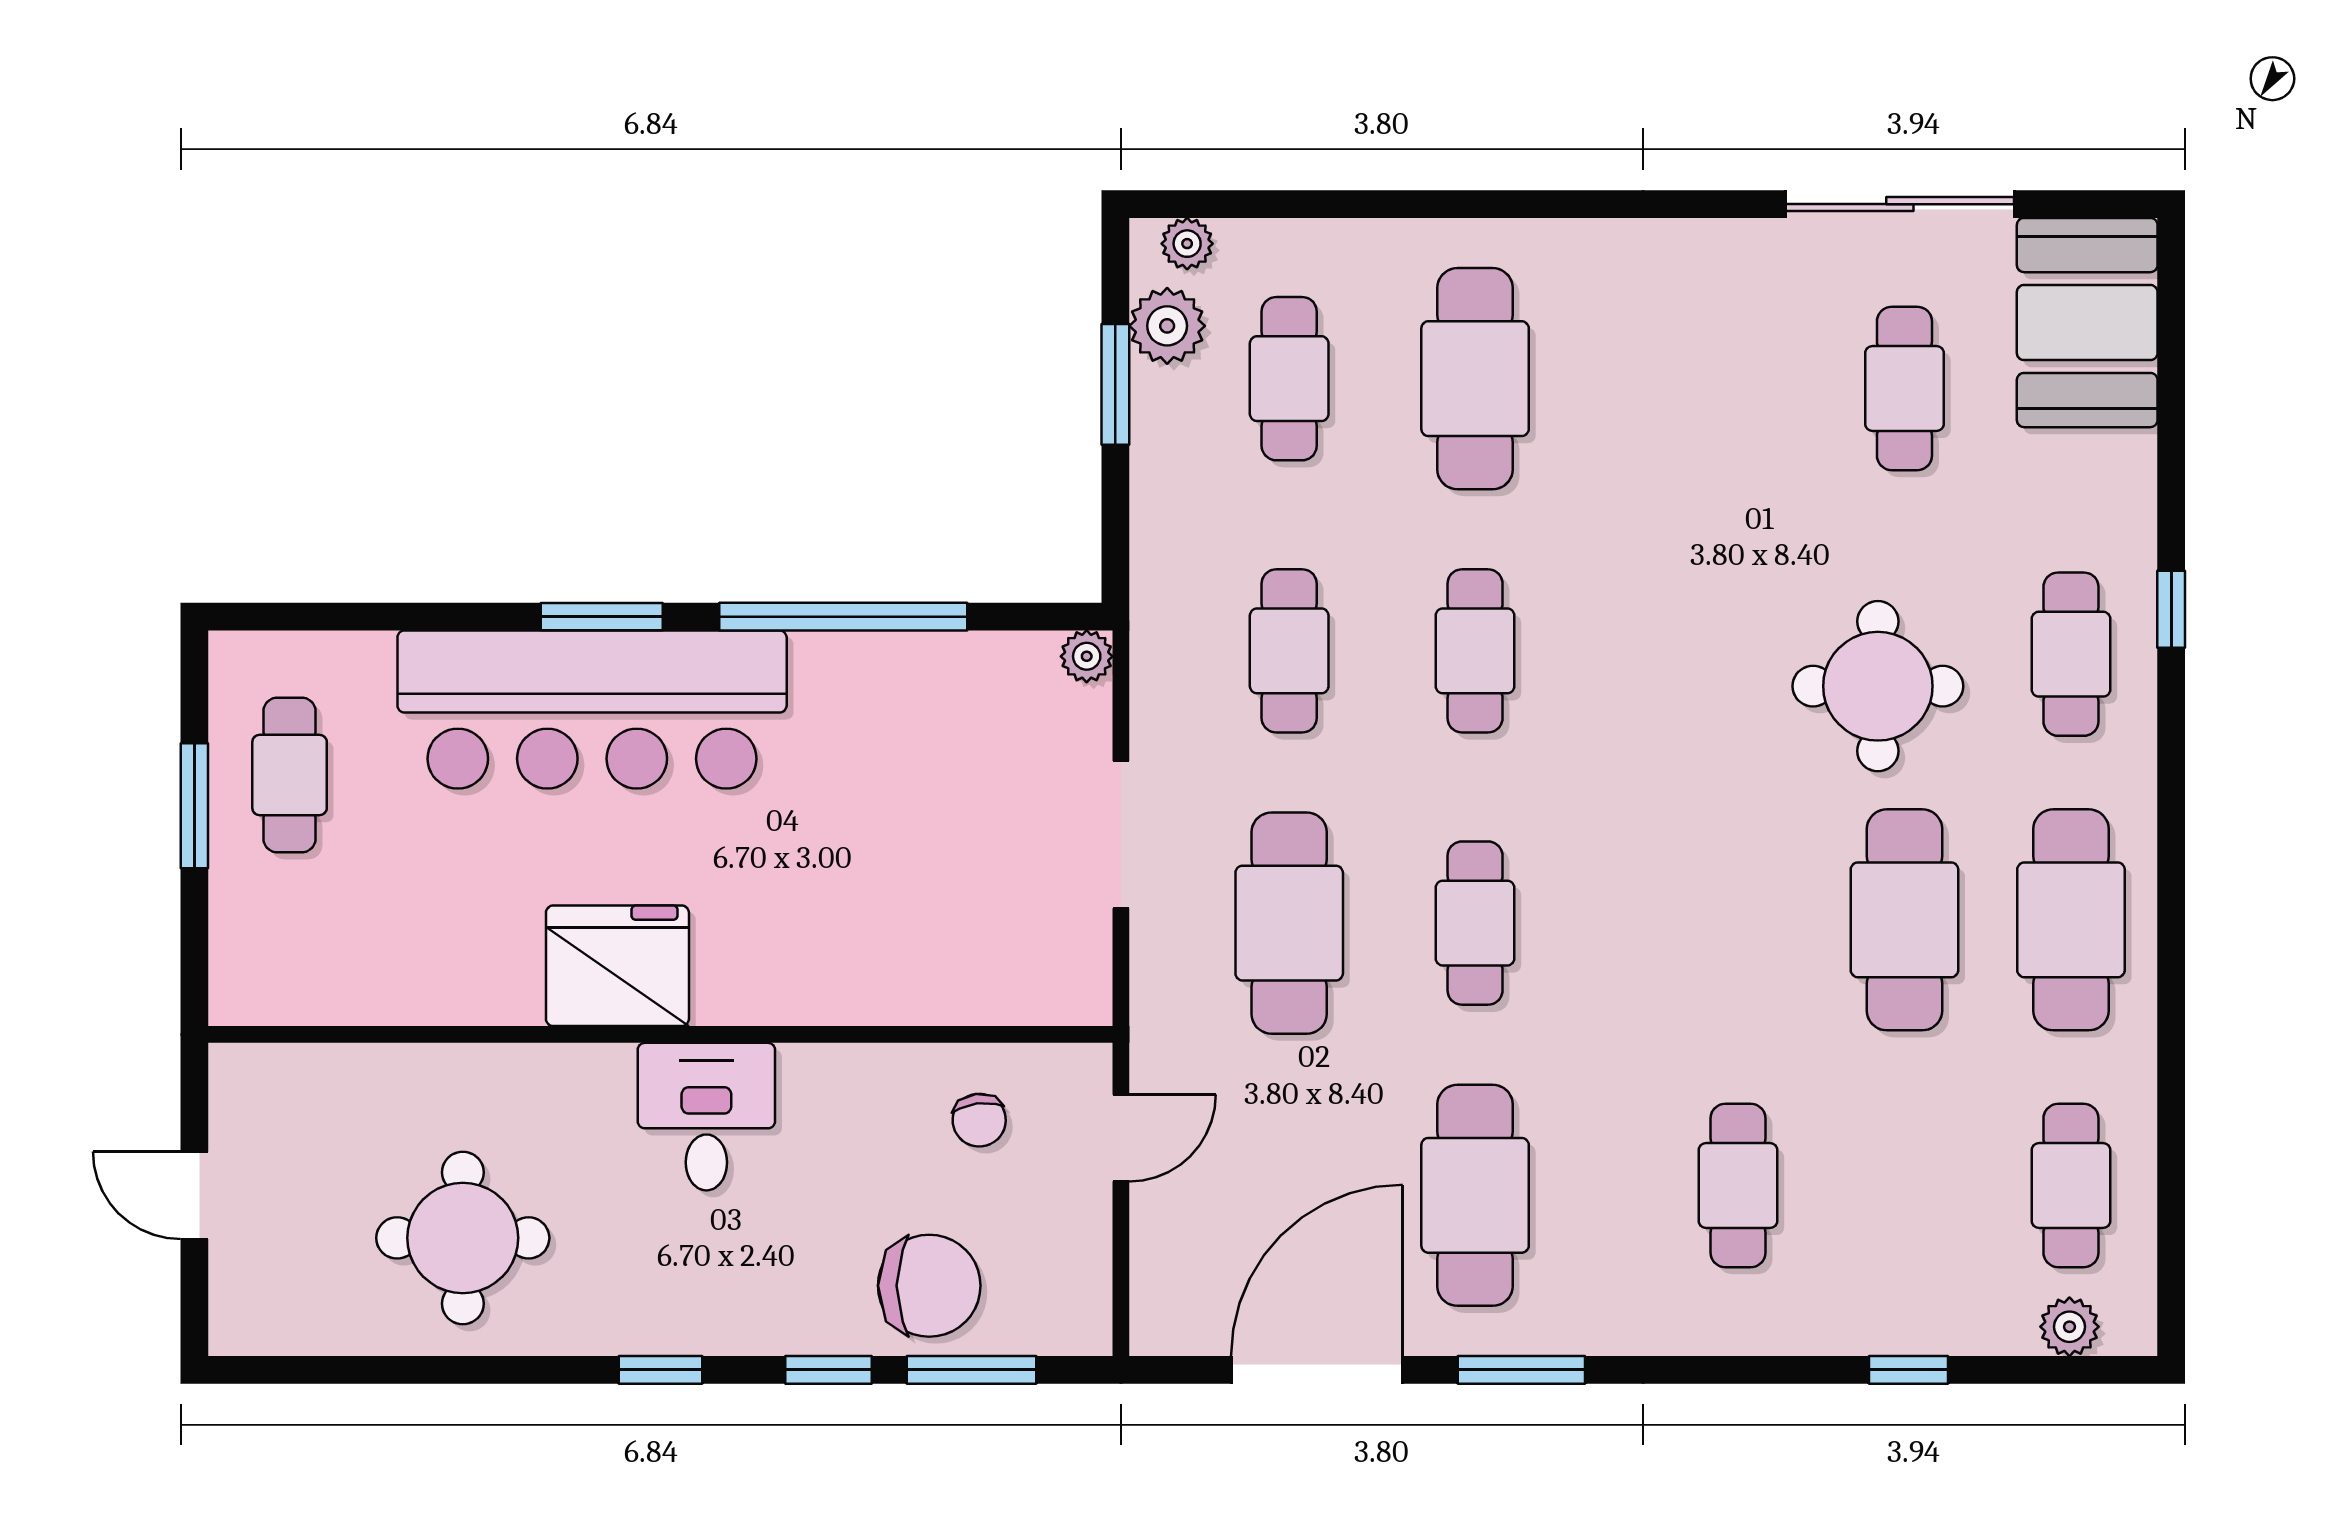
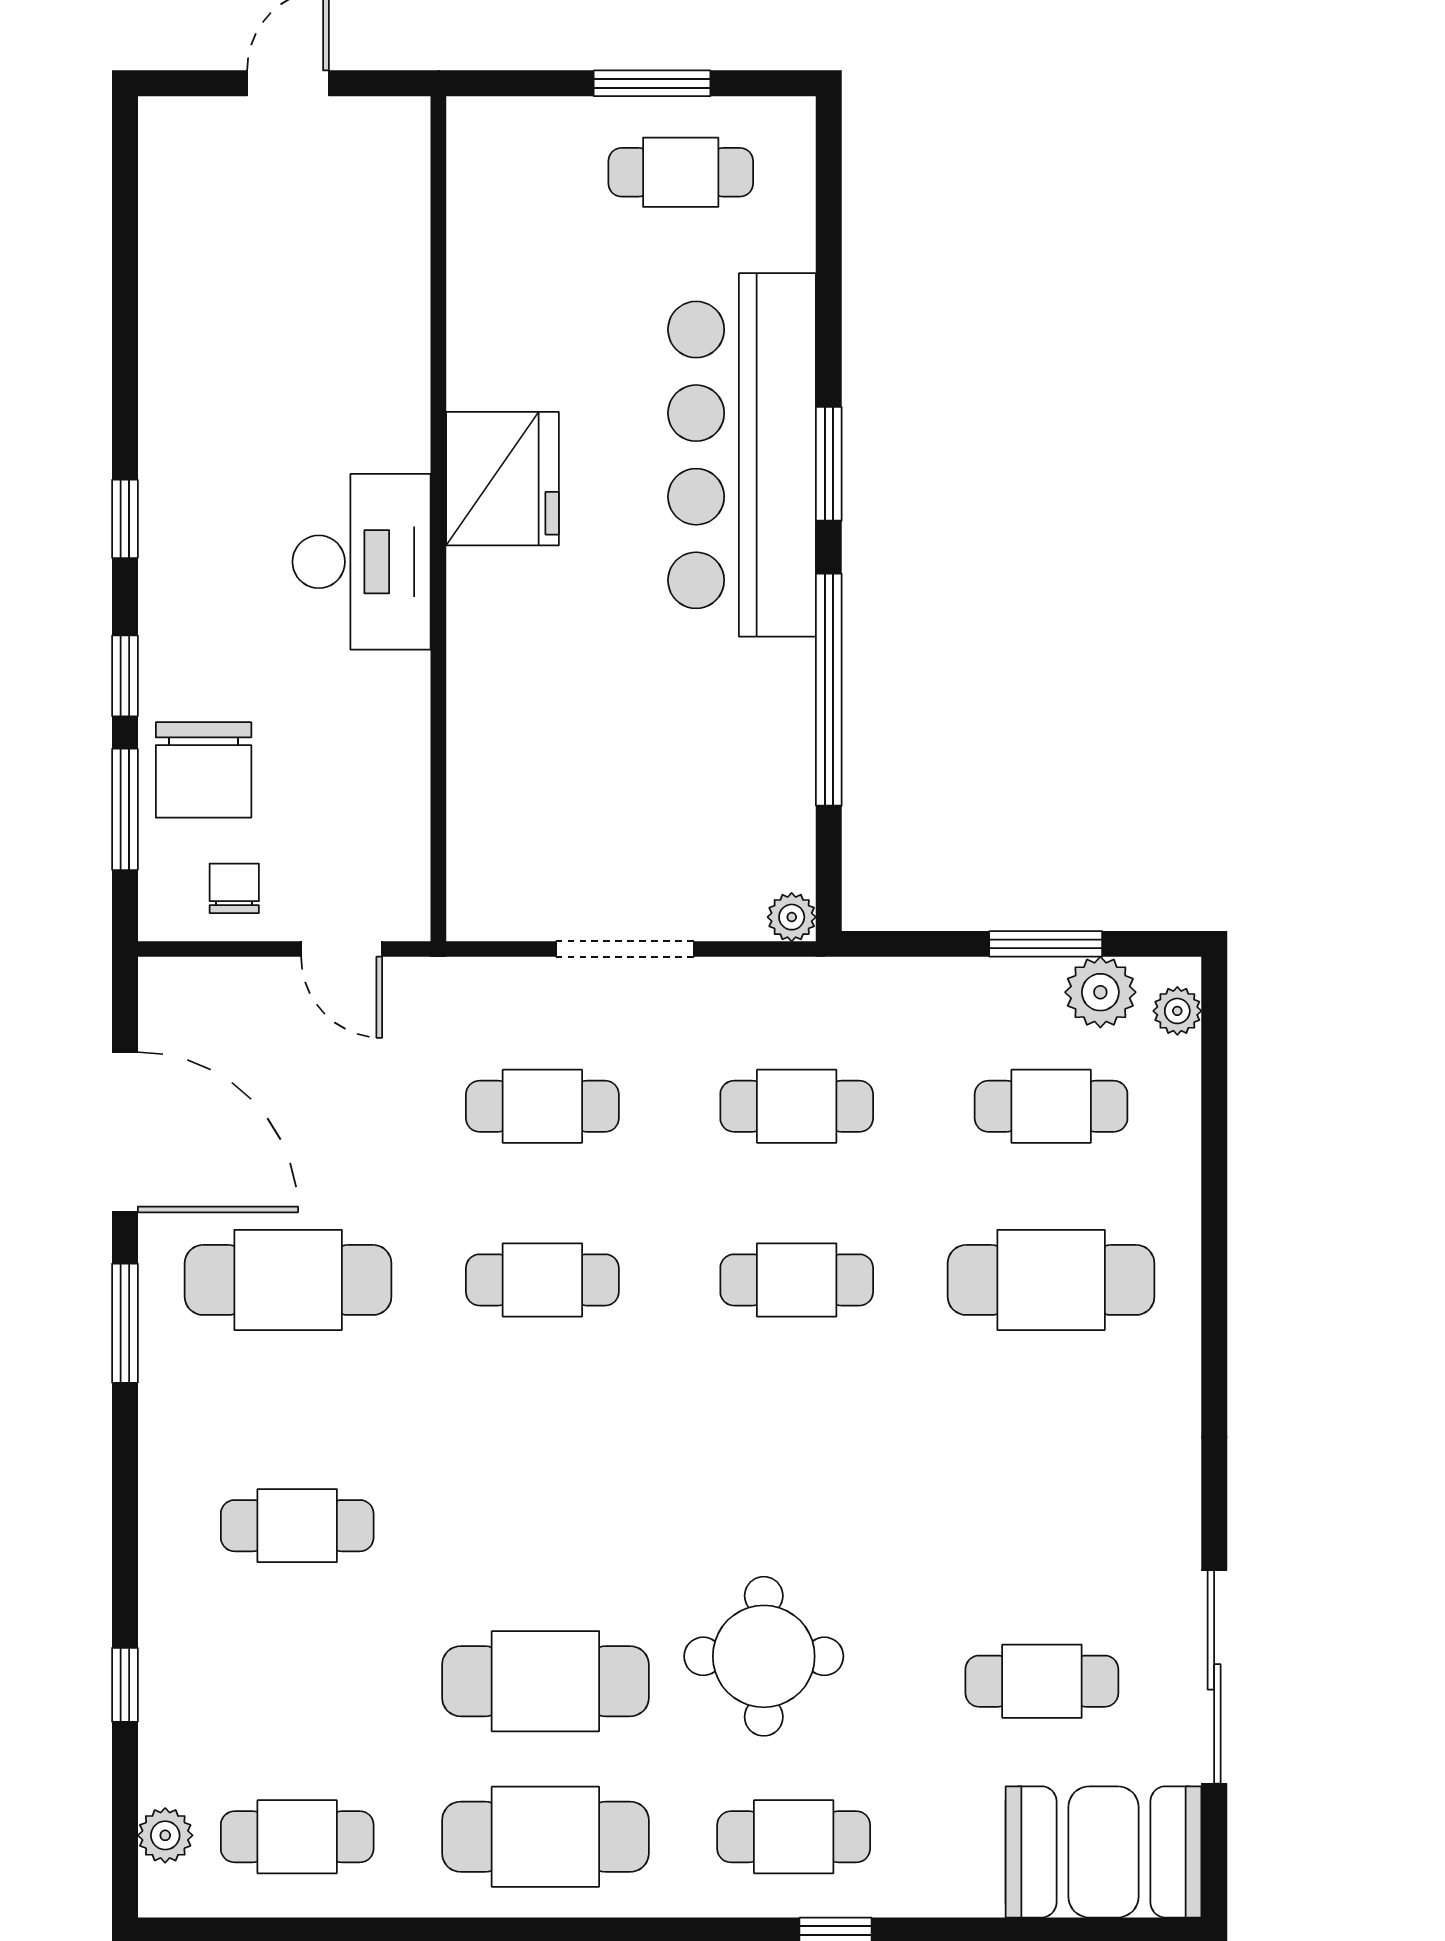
cafe table: (1289, 923) -> (542, 1106), width x0.73, depth x0.74
desk: (706, 1117) -> (362, 562), width x1.37
chair: (979, 1120) -> (234, 888), moved, turned 97
round table: (463, 1238) -> (248, 334), removed

